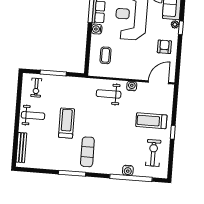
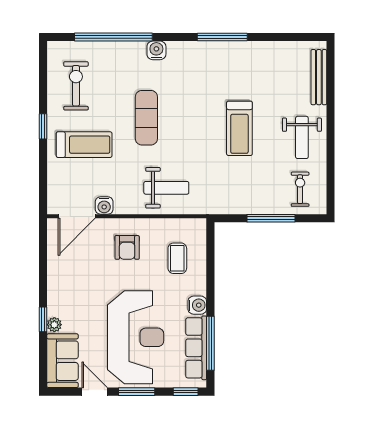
armchair: (164, 47) -> (127, 247), moved
water cooler: (132, 86) -> (104, 206), moved
weight bench: (33, 116) -> (302, 137), turned -90
exercise mat: (87, 152) -> (146, 118), moved
exercise bike: (153, 153) -> (76, 86), turned 180
water cooler: (128, 170) -> (156, 50), moved

